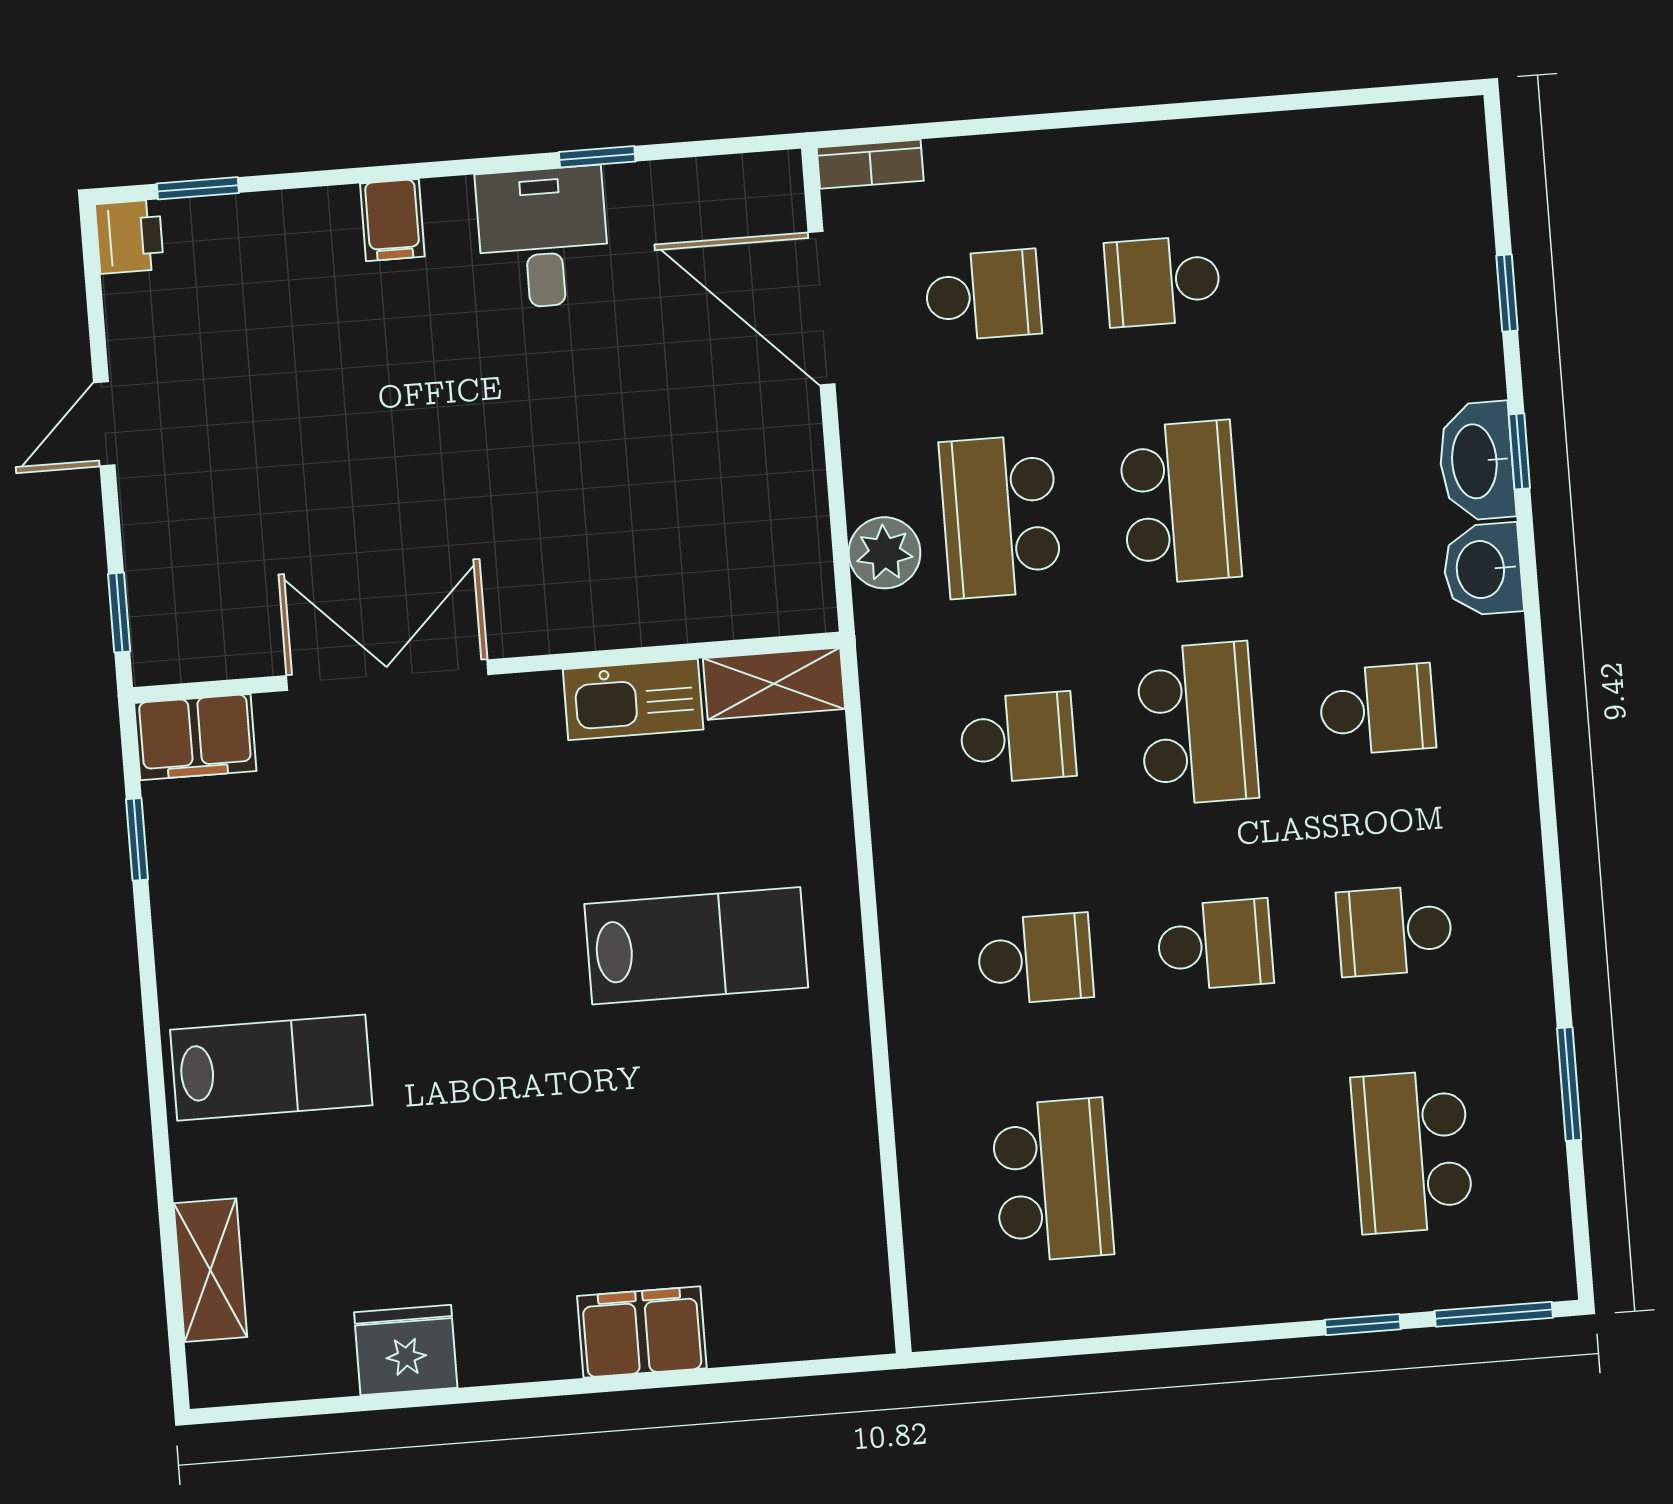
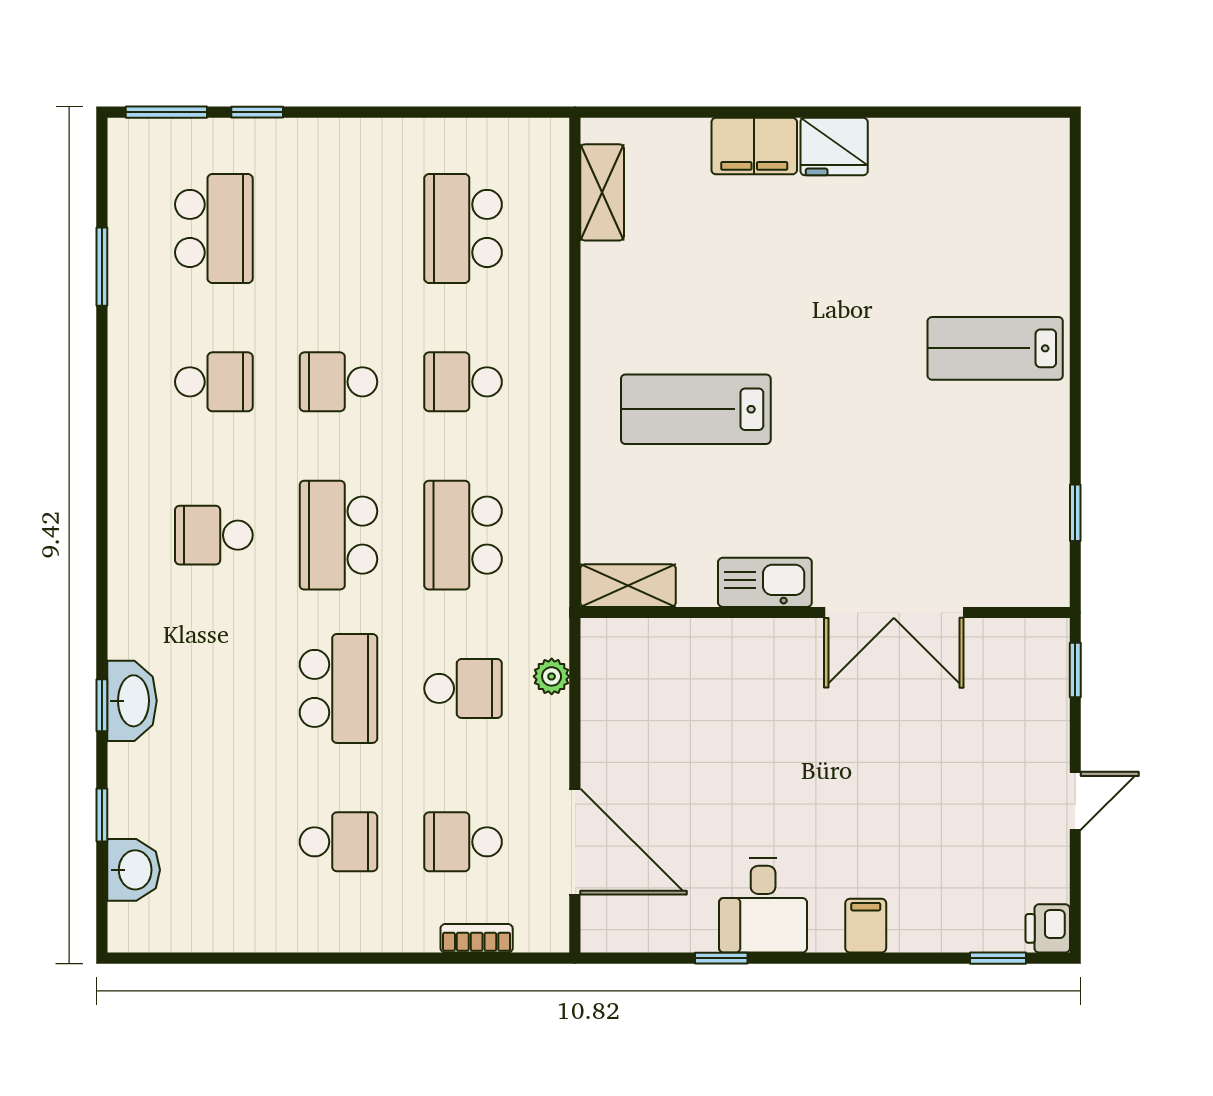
bookcase: (870, 164) -> (477, 938), moved
school desk: (1180, 502) -> (338, 688), turned 180
school desk: (1000, 516) -> (463, 688), width x0.54
plant: (885, 553) -> (552, 676), width x0.73, depth x0.73
washbasin: (1483, 569) -> (134, 870), moved
kitchen sink: (633, 699) -> (765, 582), moved
filing cabinet: (195, 737) -> (1030, 580), removed
school desk: (1018, 738) -> (463, 535), width x1.85
shelving: (210, 1270) -> (602, 192), moved
fridge: (406, 1350) -> (834, 147), moved

